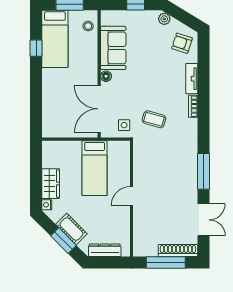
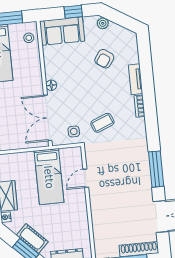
armchair: (182, 43) -> (104, 59), moved, turned -73
sofa: (113, 48) -> (62, 31), moved, turned 90
coffee table: (154, 119) -> (102, 123), turned -38
door: (131, 196) -> (86, 178), moved

